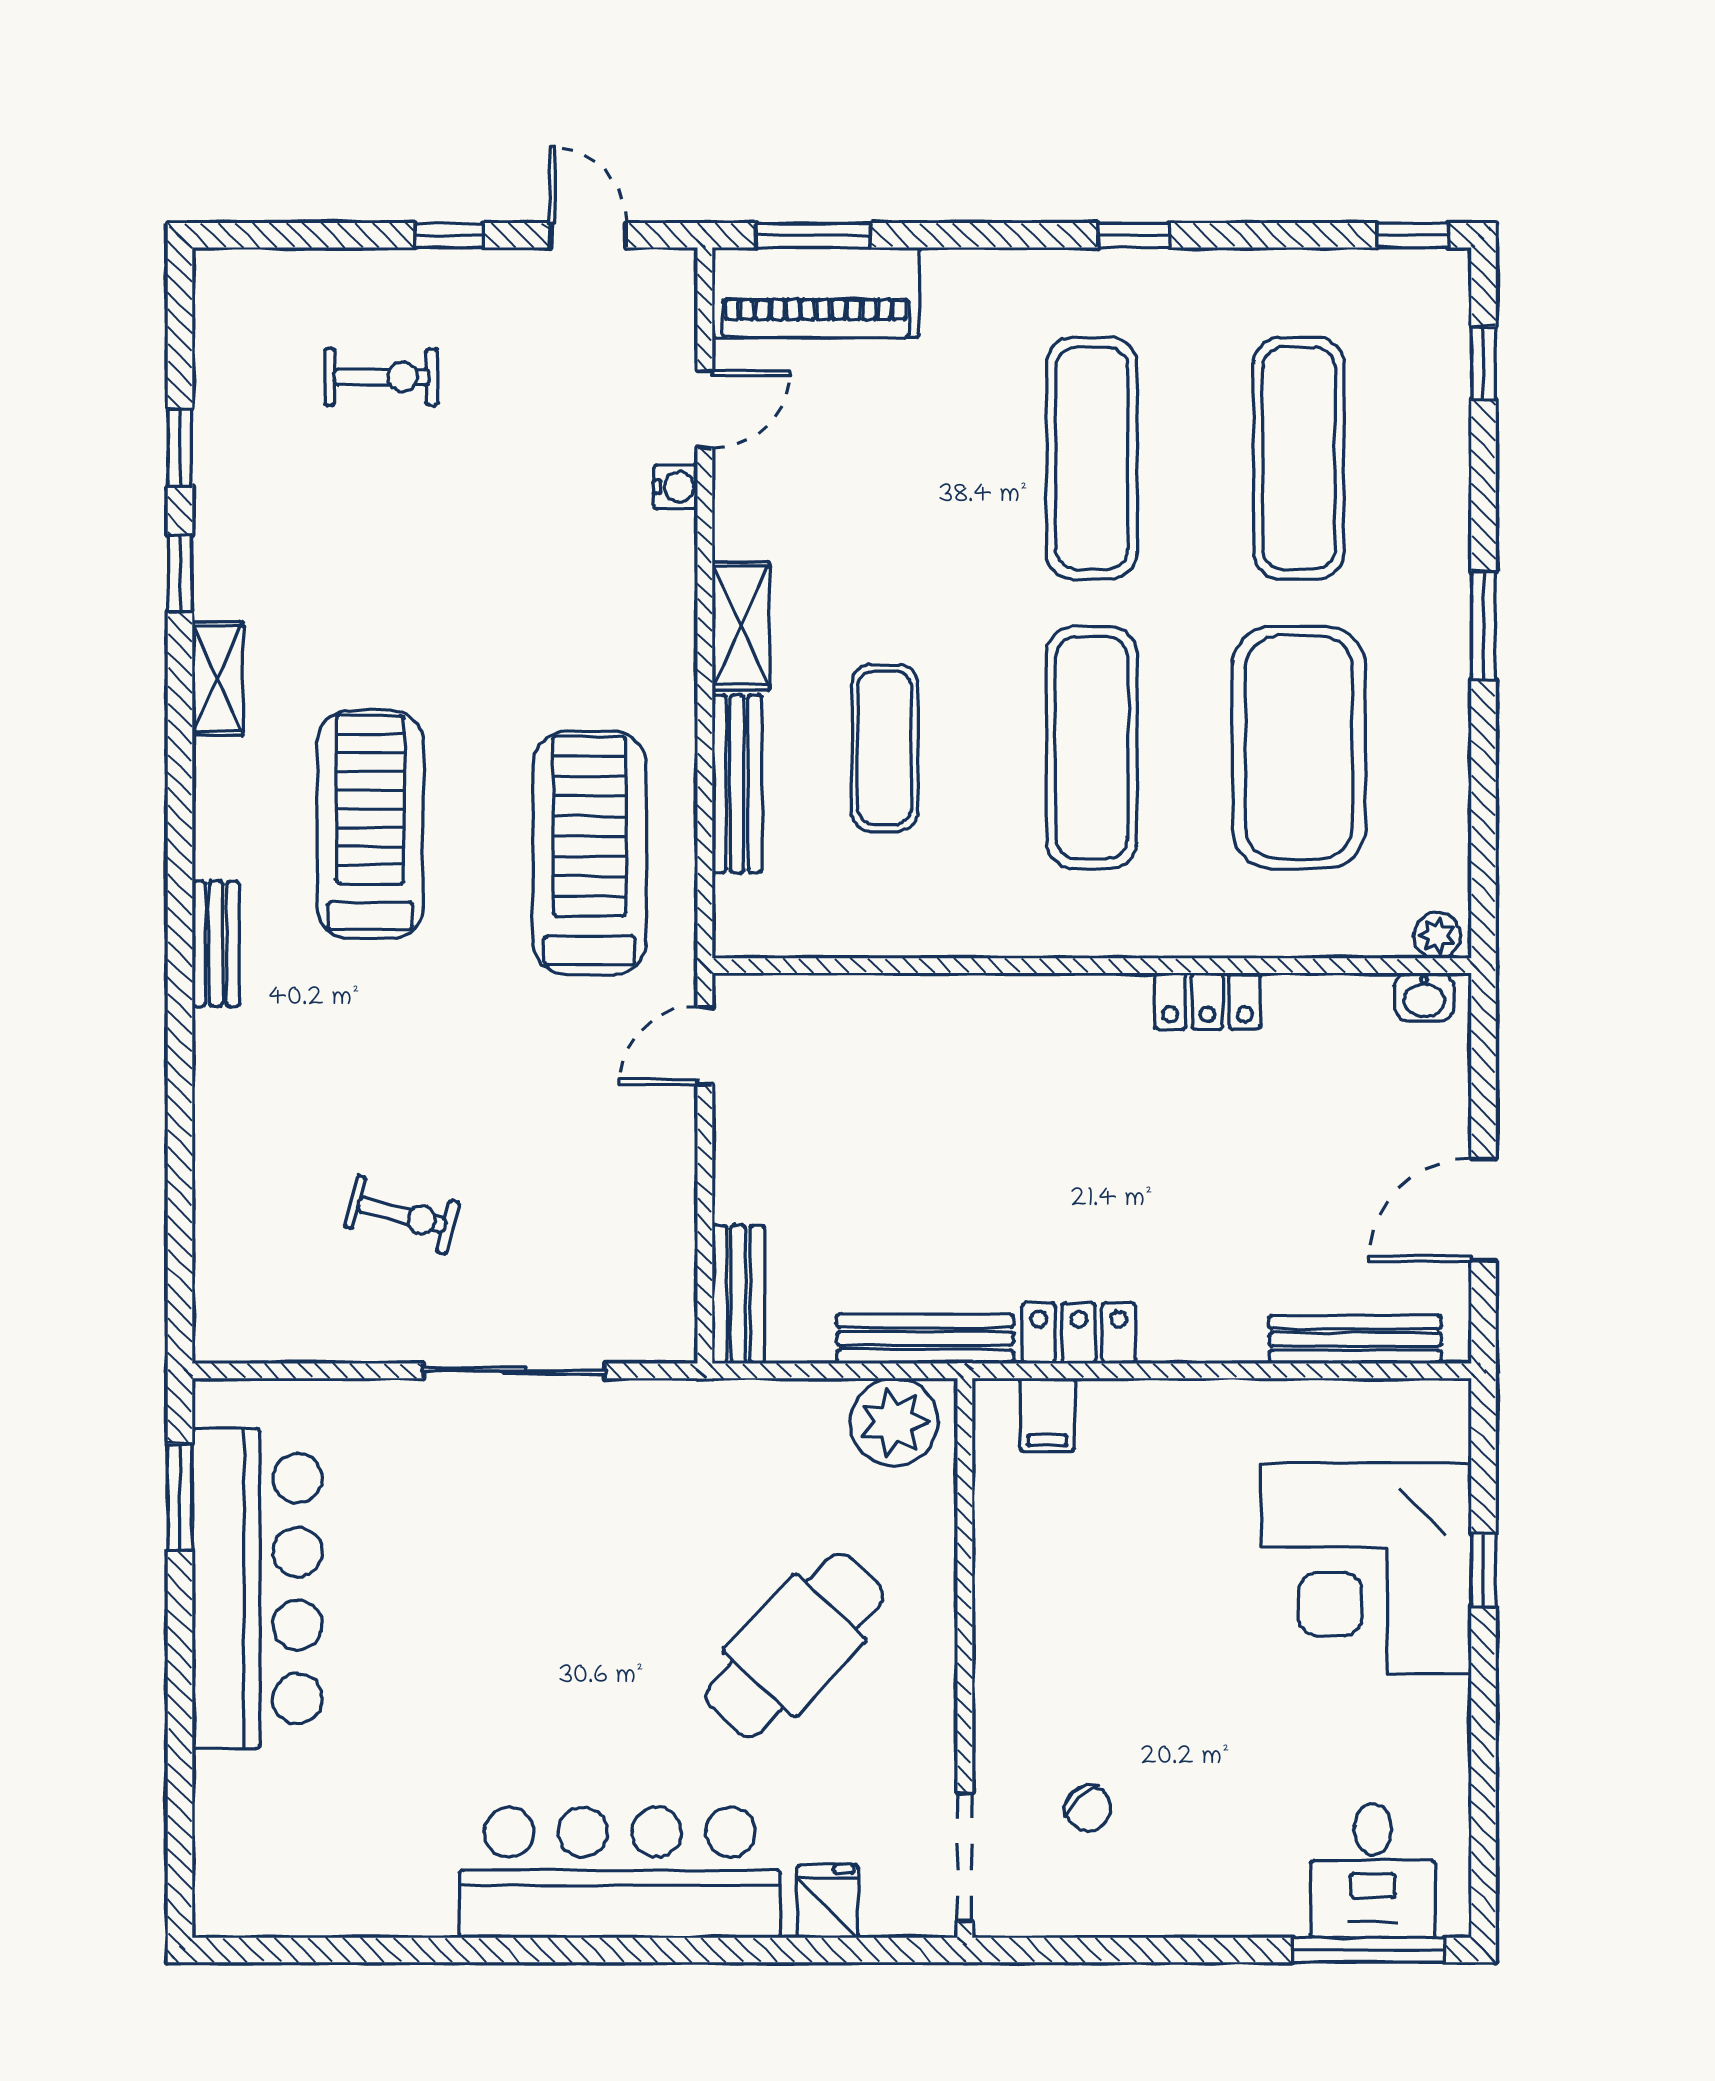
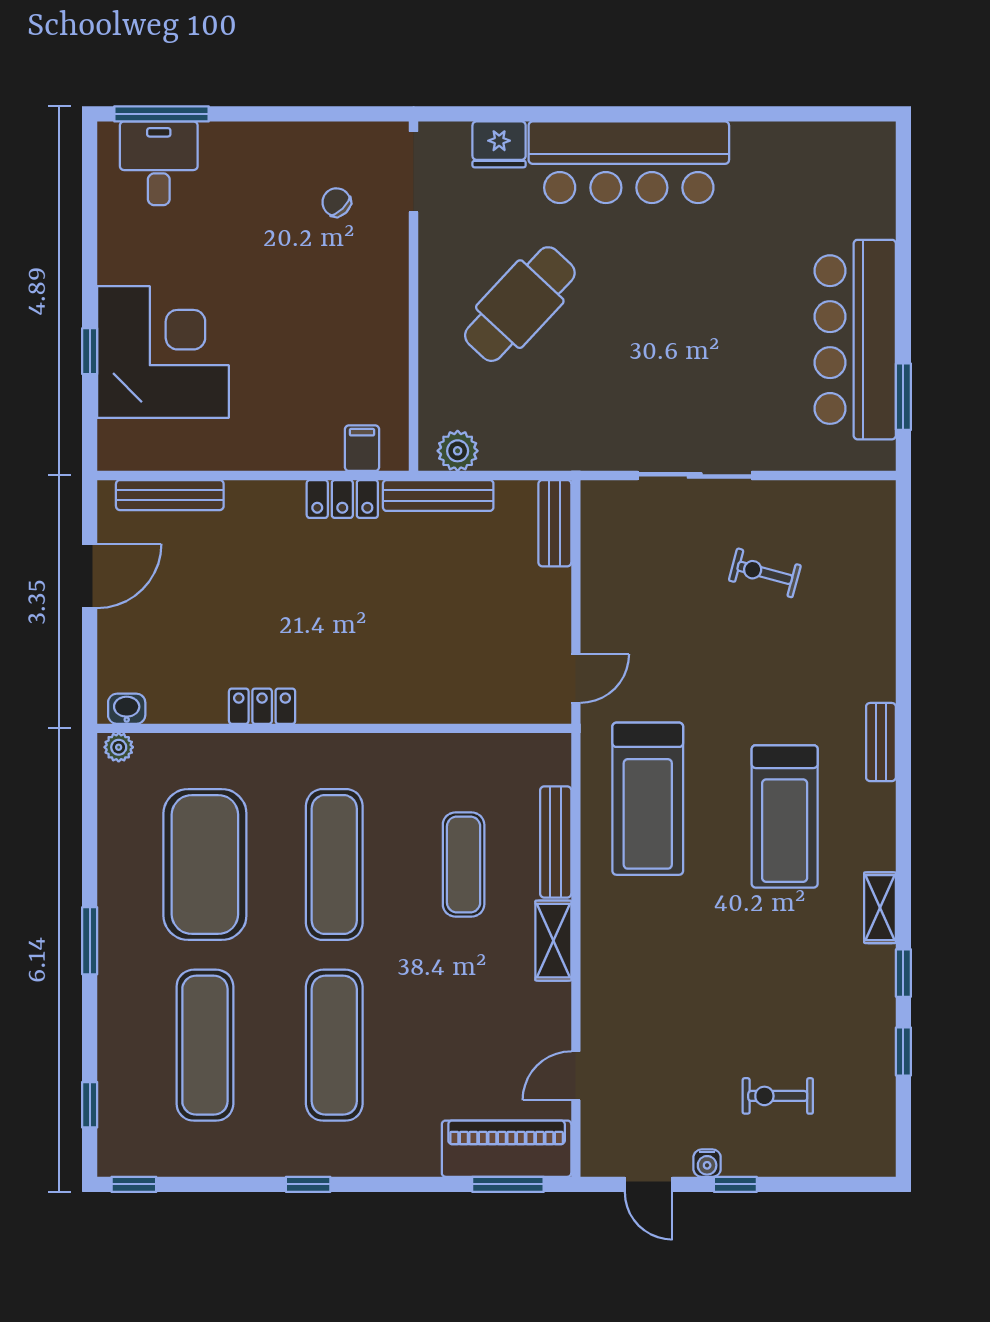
water cooler: (676, 487) -> (707, 1163), moved, turned -90
plant: (894, 1422) -> (458, 451), width x0.73, depth x0.73
fridge: (828, 1901) -> (499, 144), width x1.38

